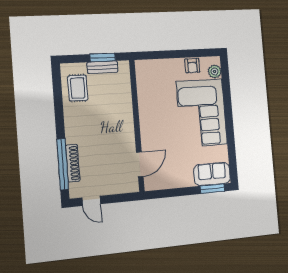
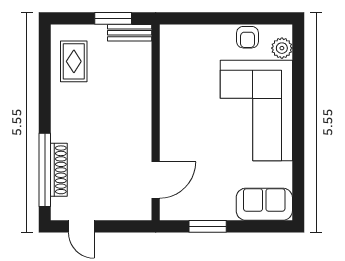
bench: (102, 67) -> (130, 33), moved
window: (212, 189) -> (208, 226), moved

